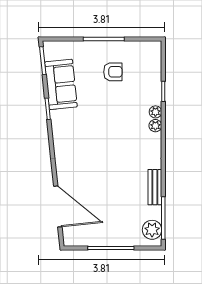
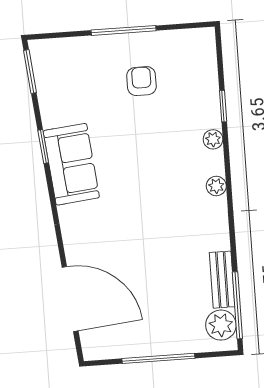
armchair: (113, 72) -> (141, 81), turned -90
sofa: (61, 84) -> (71, 164), moved
plant: (155, 126) -> (216, 186), moved
bench: (155, 187) -> (222, 280), moved

